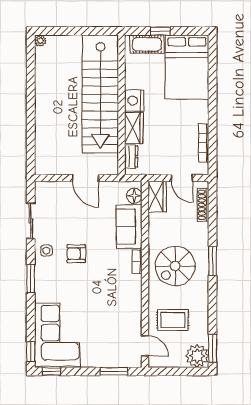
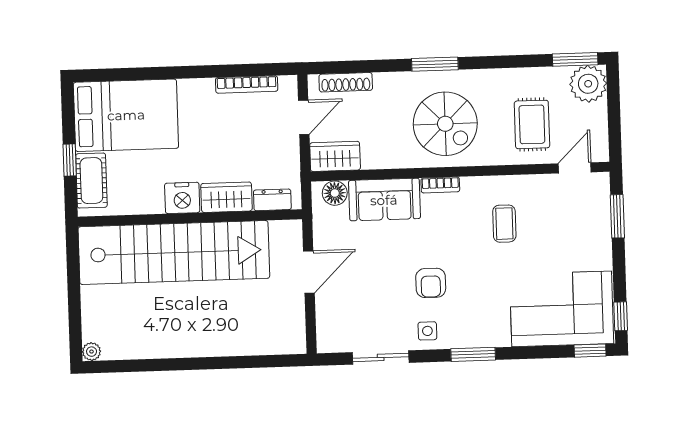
coffee table: (112, 301) -> (504, 224), added

